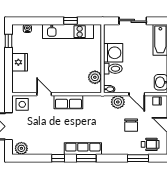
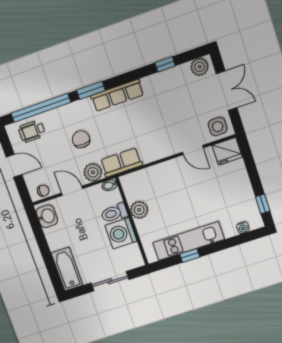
fridge: (20, 62) -> (227, 151), moved, turned -90
plant: (95, 77) -> (139, 210), moved
row of seats: (68, 102) -> (121, 163), moved
chair: (131, 125) -> (81, 139), moved
window: (58, 158) -> (165, 64), moved
window: (86, 158) -> (91, 90), moved
window: (138, 158) -> (41, 108), width x2.11

